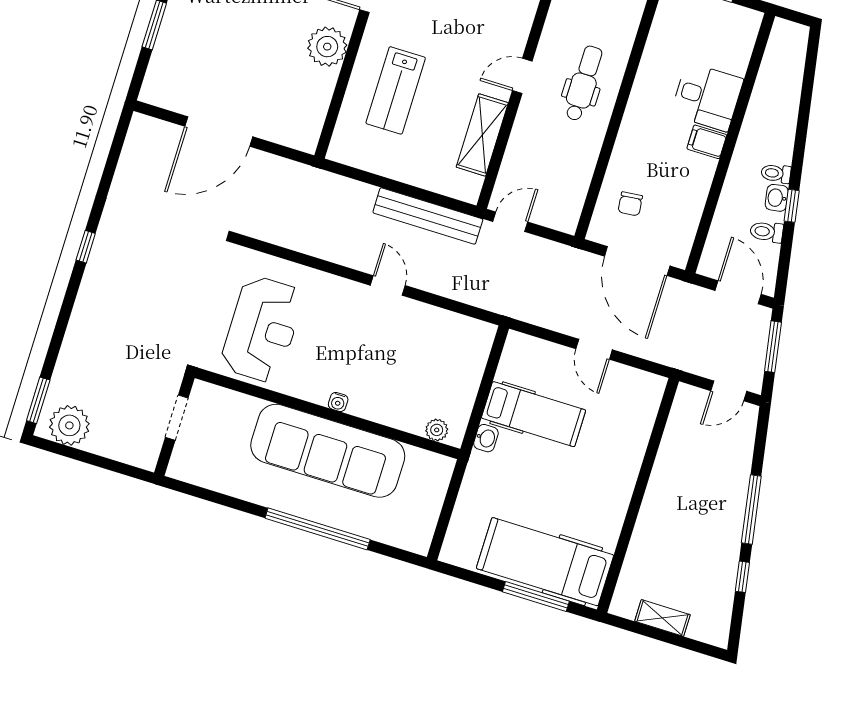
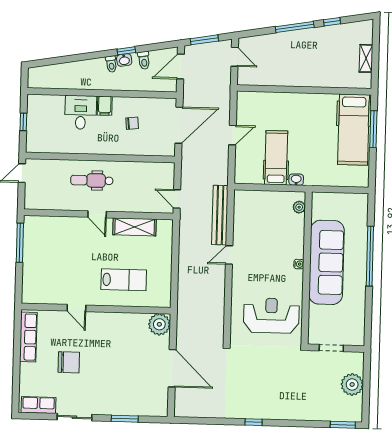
plant: (327, 47) -> (159, 324), moved
chair: (630, 204) -> (132, 123), moved
bench: (428, 216) -> (220, 215), moved
plant: (69, 425) -> (352, 384), moved

